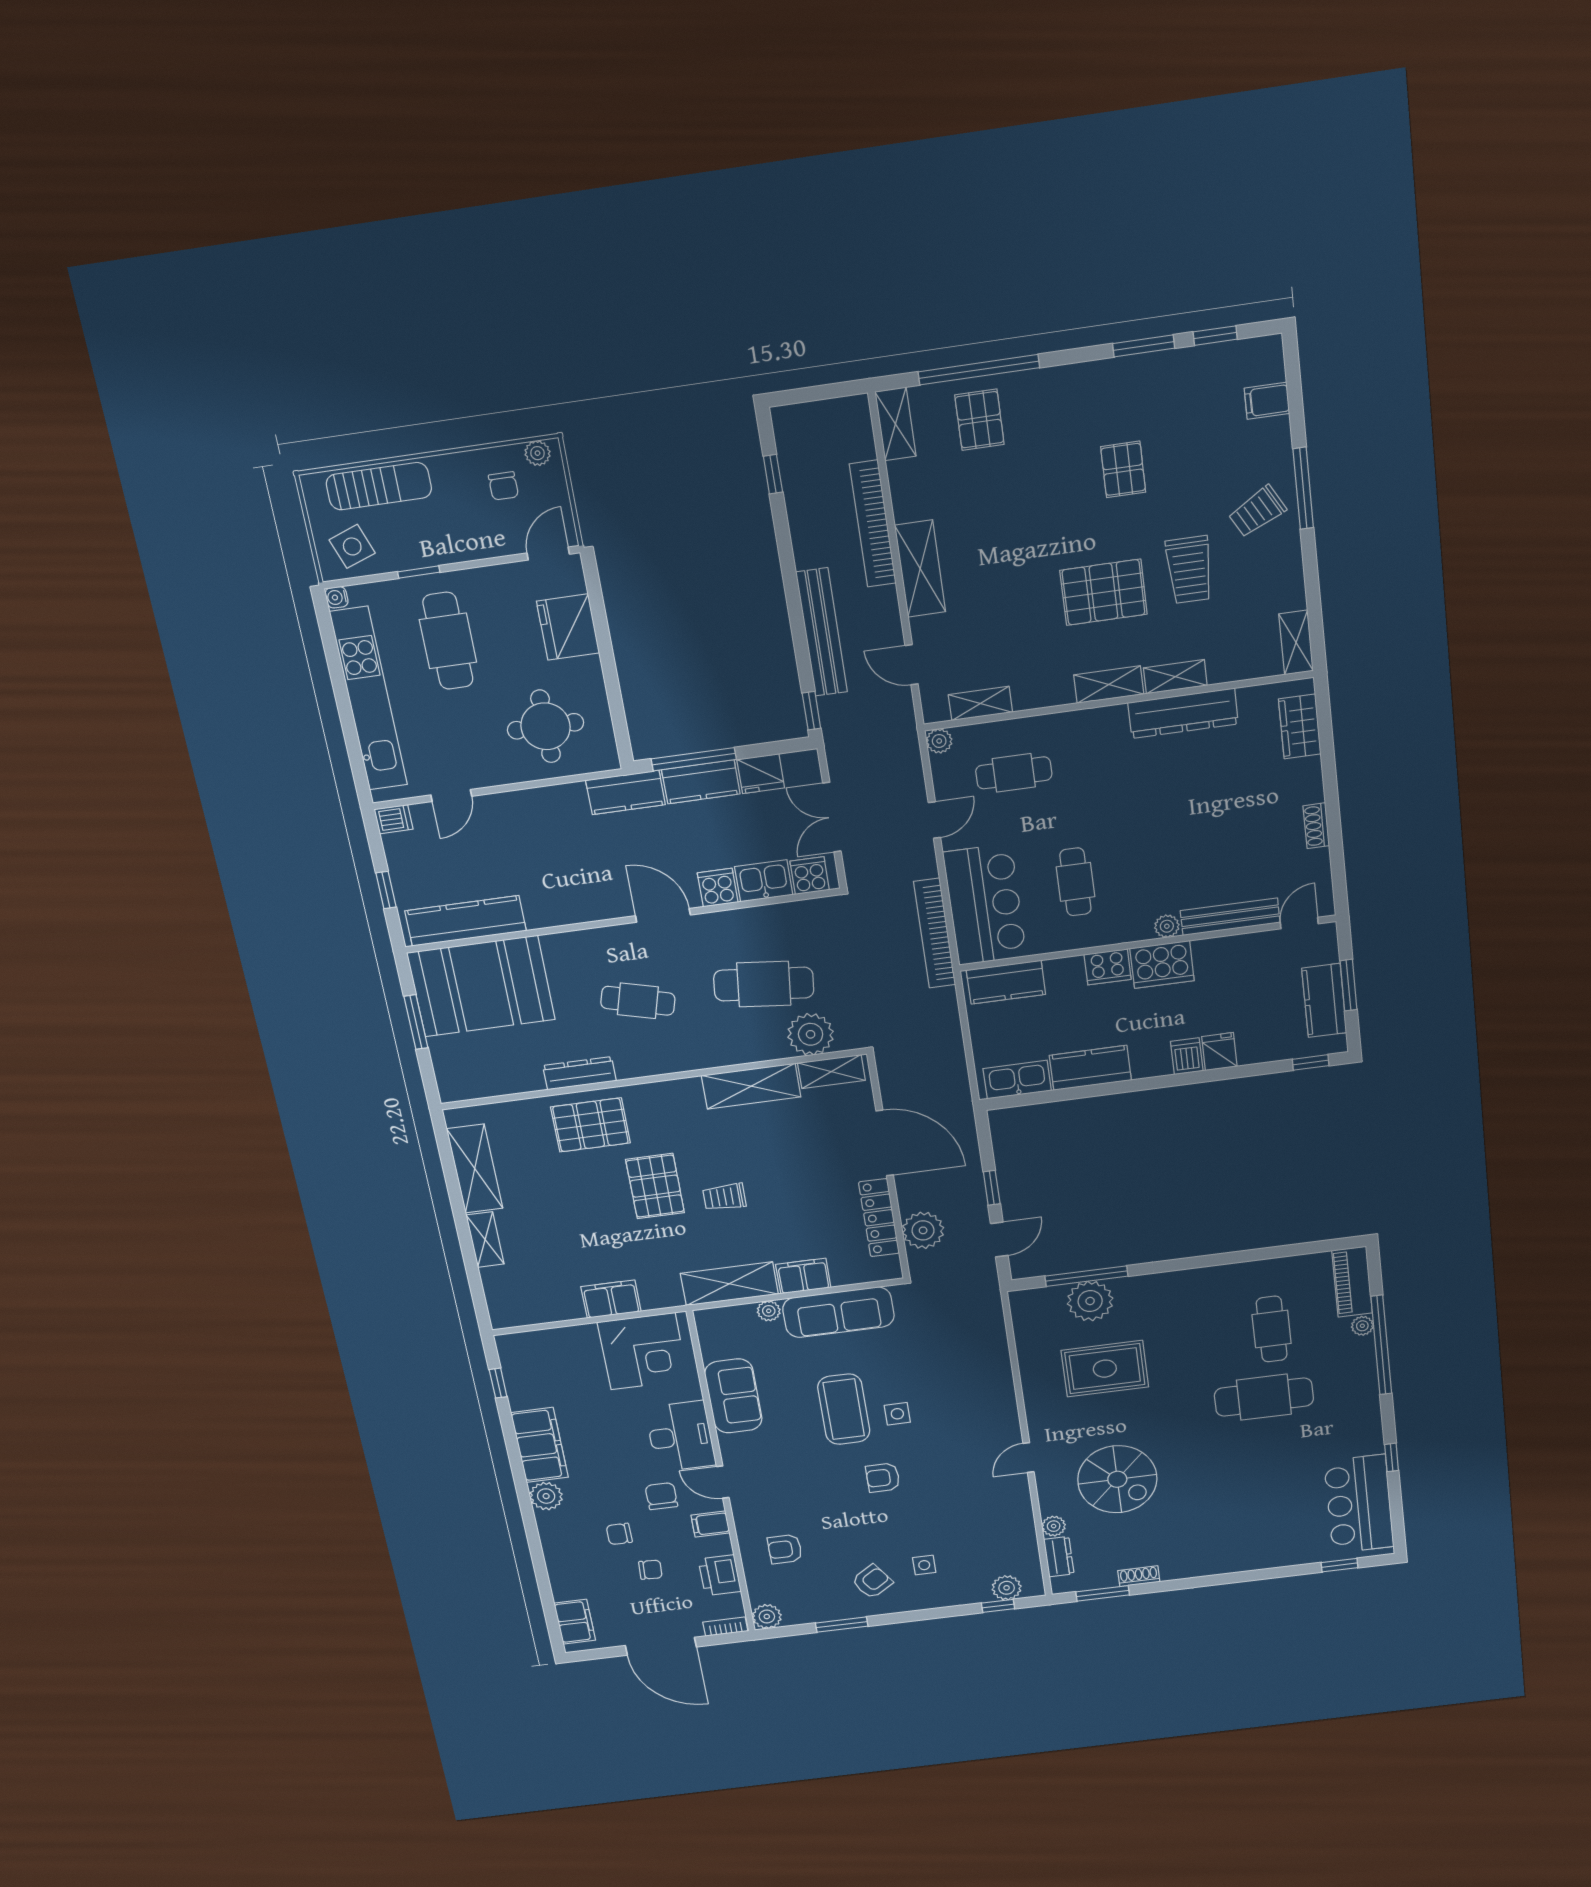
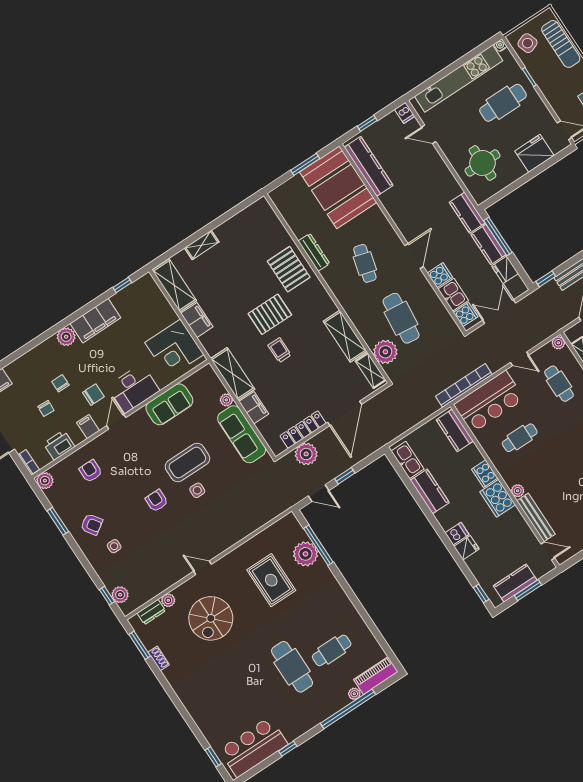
shelving: (475, 1169) -> (174, 285), moved, turned 90

